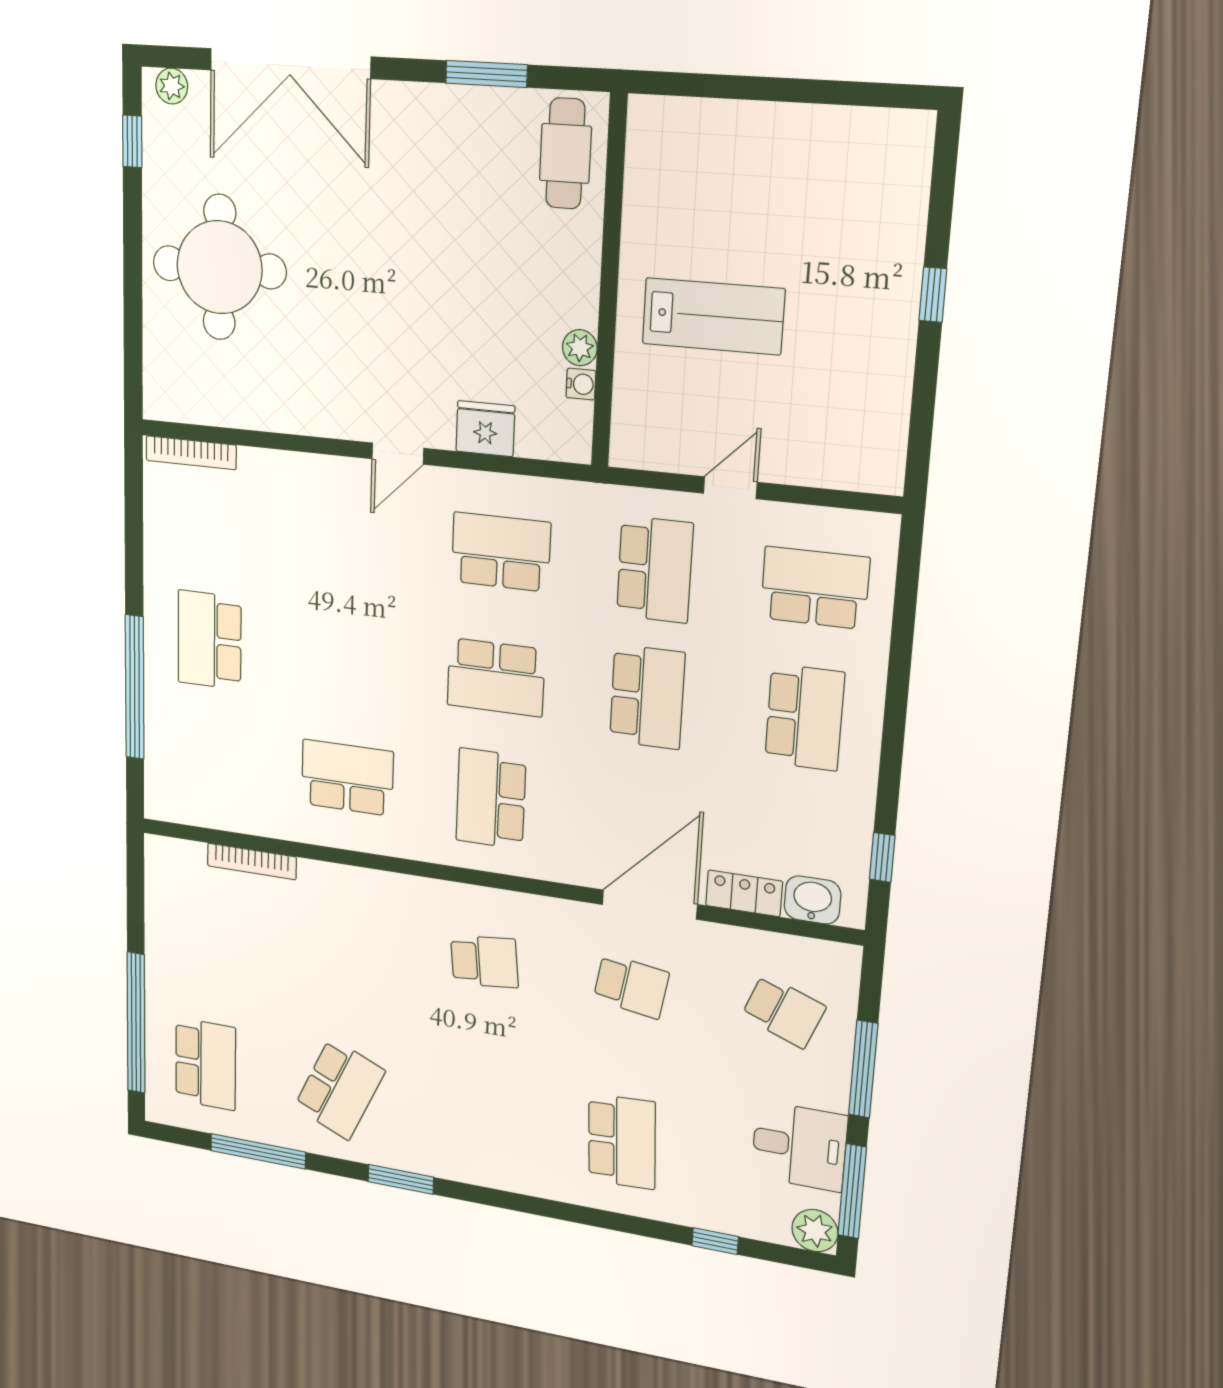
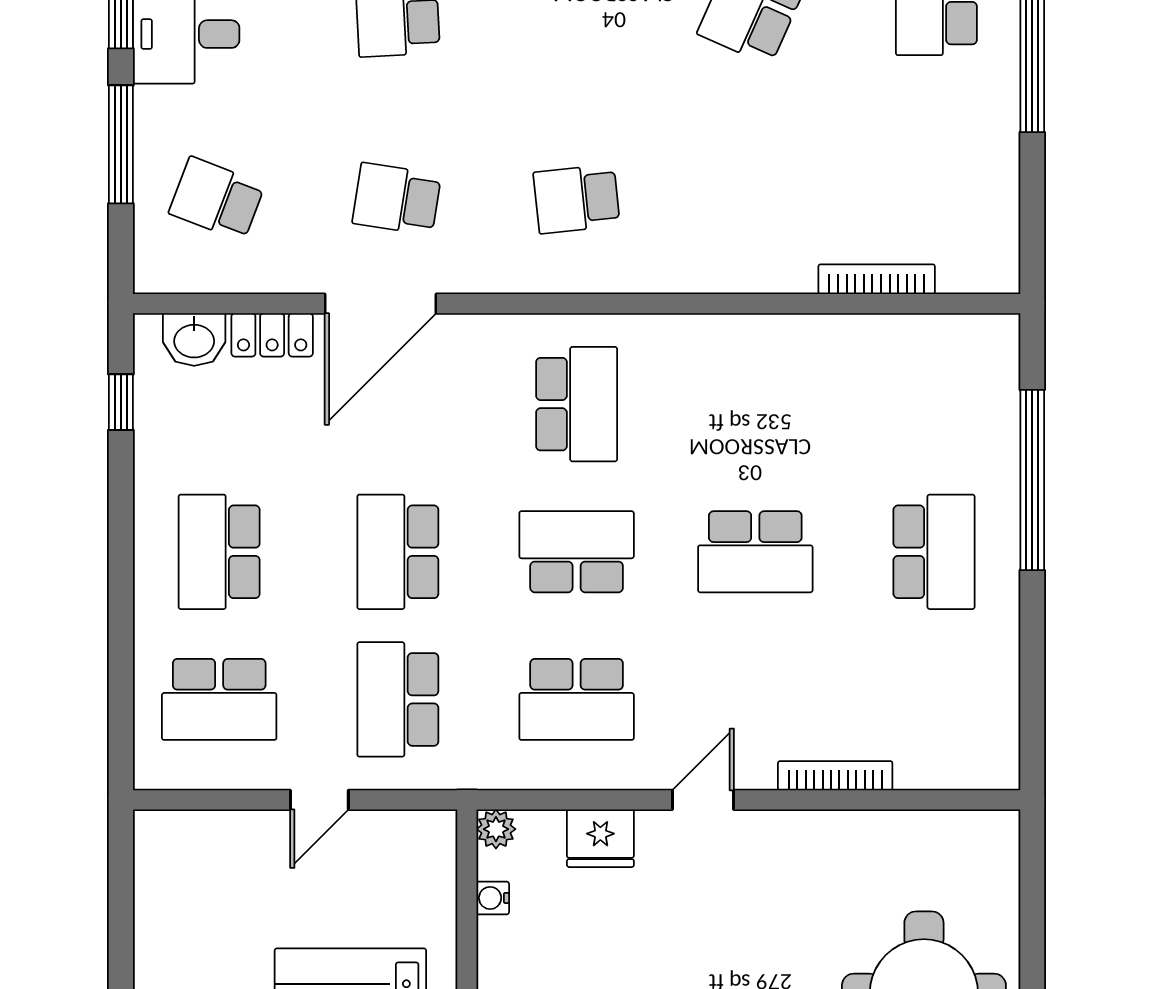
plant: (580, 348) -> (496, 829), moved
bookcase: (191, 453) -> (835, 776), moved
school desk: (347, 778) -> (755, 552), moved

